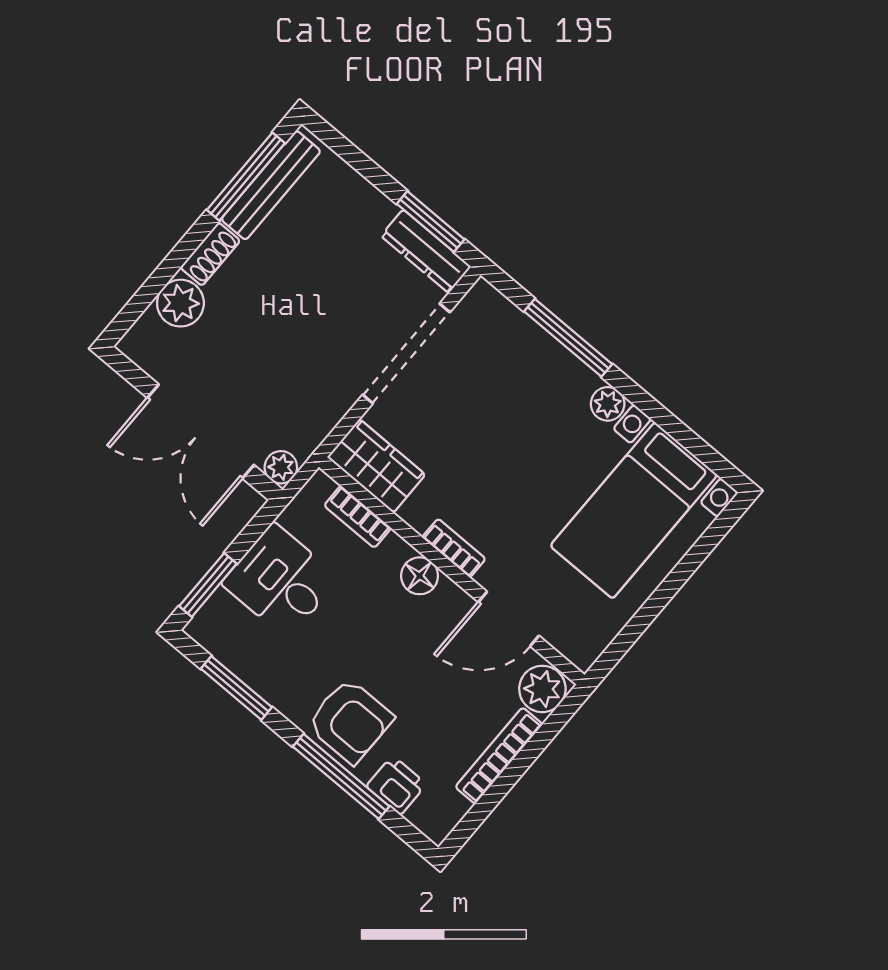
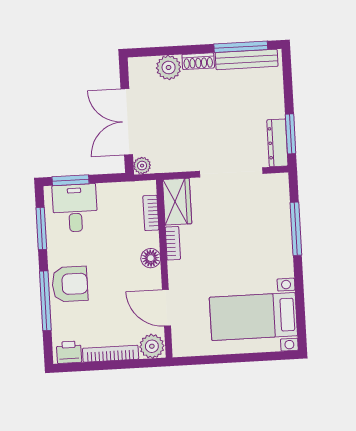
plant: (608, 404) -> (285, 268), removed
bookcase: (454, 548) -> (173, 243), moved
desk: (281, 581) -> (75, 208), moved
armchair: (350, 721) -> (70, 284), turned -90
printer: (396, 785) -> (69, 352), moved, turned -90

